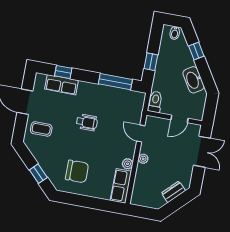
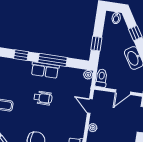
window: (115, 82) -> (53, 60), moved
row of seats: (61, 85) -> (45, 70), moved
plant: (128, 164) -> (88, 75), moved

